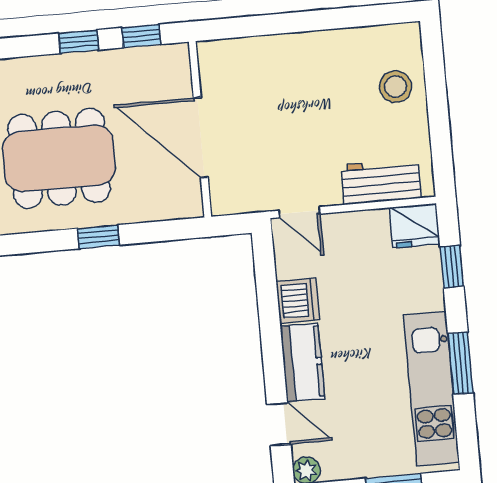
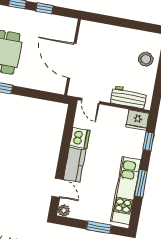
wall: (200, 129) -> (72, 57), moved
door: (201, 138) -> (72, 61), moved

